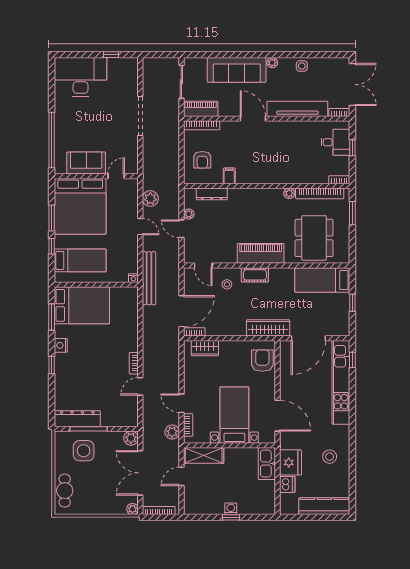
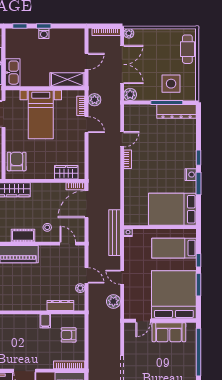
armchair: (202, 160) -> (69, 335), turned -90
window: (52, 317) -> (199, 184), moved
armchair: (262, 361) -> (17, 161), turned 180
window: (259, 517) -> (20, 26), added

